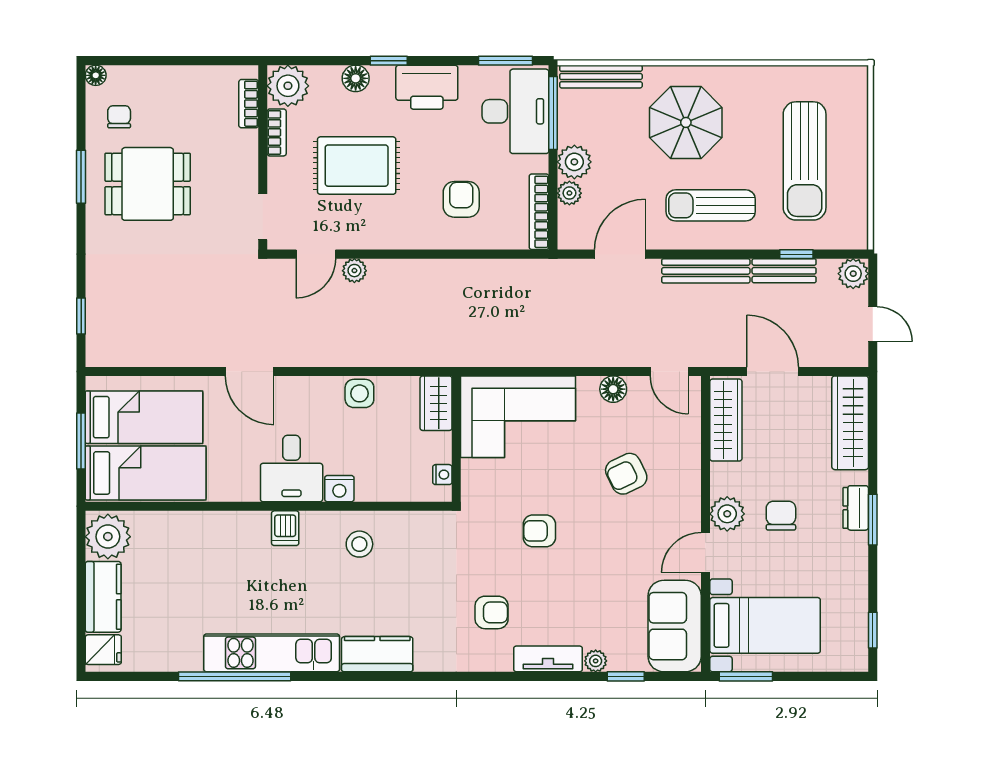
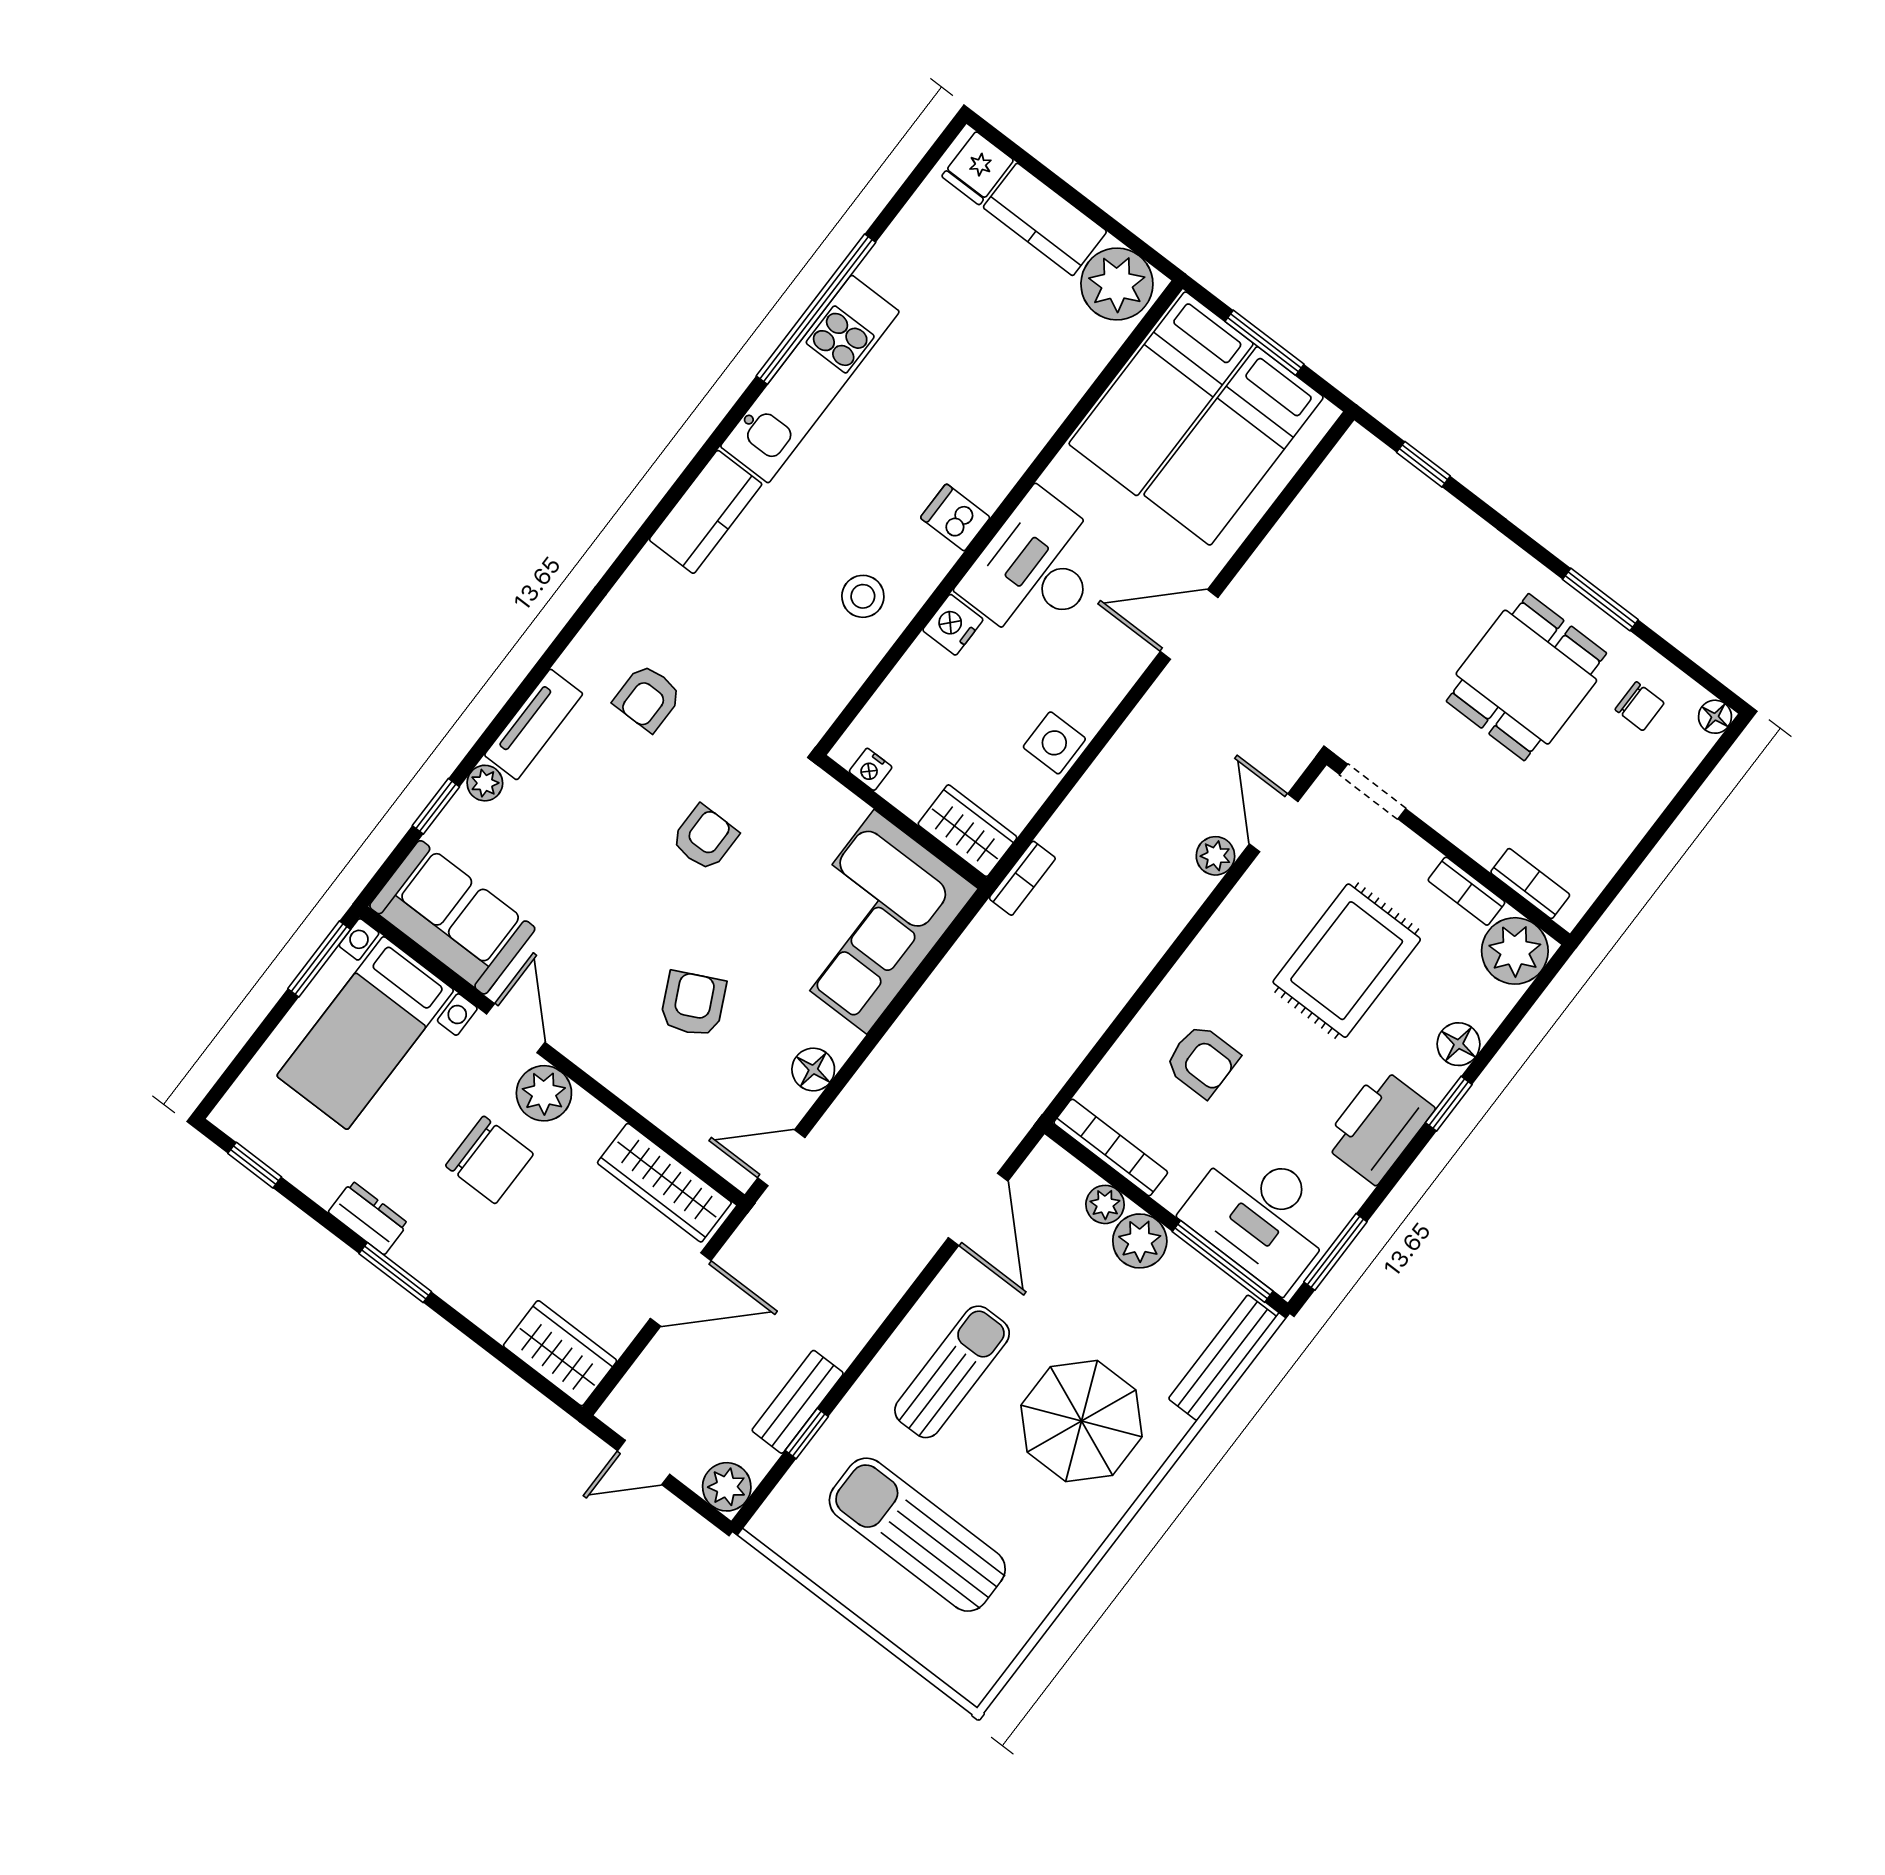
bench: (706, 271) -> (873, 1302), removed
bookcase: (439, 358) -> (1022, 878), added
wardrobe: (850, 423) -> (560, 1353), width x0.67
desk: (292, 468) -> (1036, 569), width x1.37
dresser: (856, 508) -> (368, 1218), moved
chair: (781, 516) -> (489, 1160), width x1.37, depth x1.37

